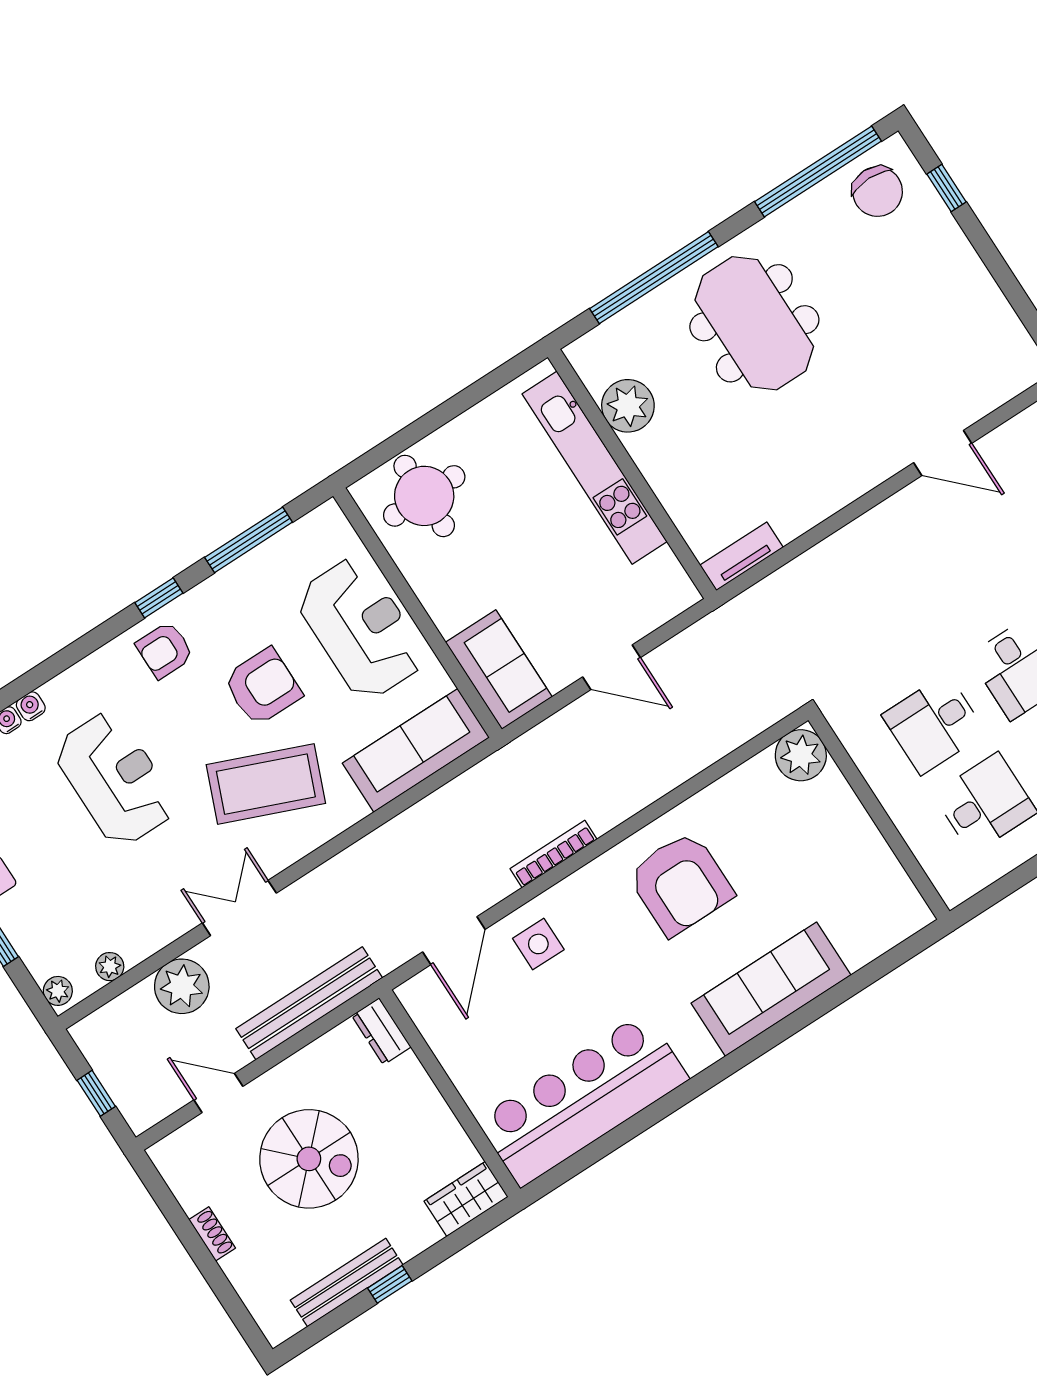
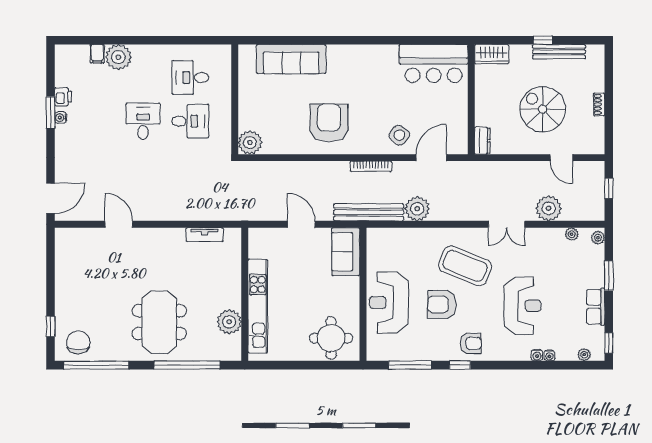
tv unit: (742, 556) -> (205, 235), moved
sofa: (416, 750) -> (398, 241), removed
reception desk: (115, 779) -> (522, 306), turned 180
plant: (420, 831) -> (417, 209), added
side table: (538, 944) -> (399, 135), turned 38
sofa: (771, 989) -> (291, 59), moved
bench: (309, 1003) -> (369, 212), moved
bar counter: (583, 1100) -> (434, 63), width x0.73

